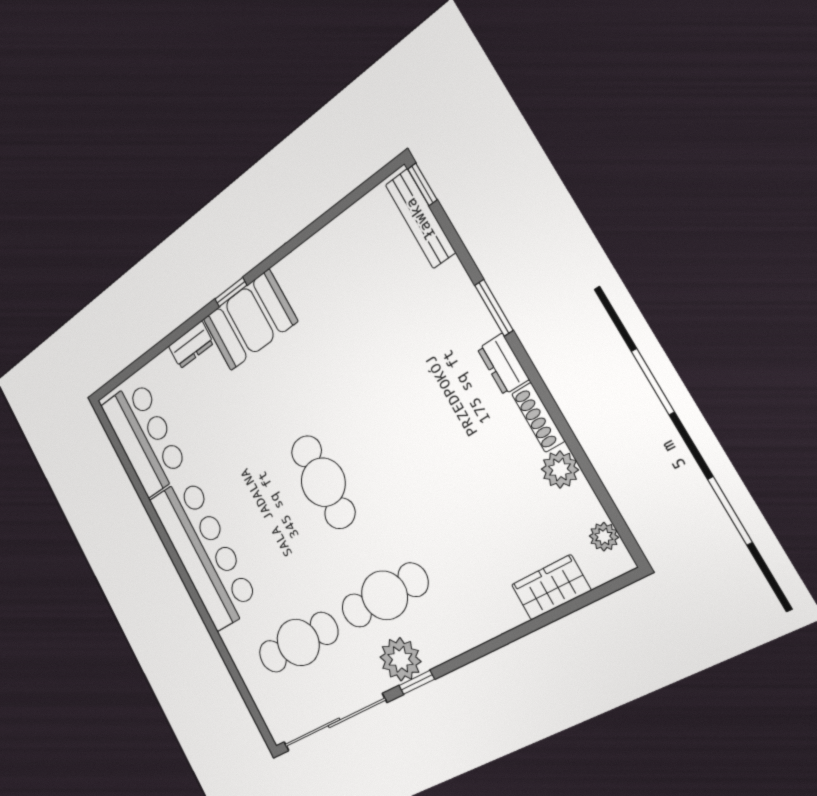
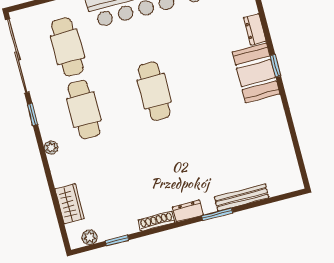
window: (422, 184) -> (117, 240), moved
bench: (420, 219) -> (242, 197), moved
plant: (560, 469) -> (128, 225), removed
cafe table: (323, 482) -> (154, 91), turned 90
plant: (400, 659) -> (51, 148), moved, width x0.53, depth x0.53

